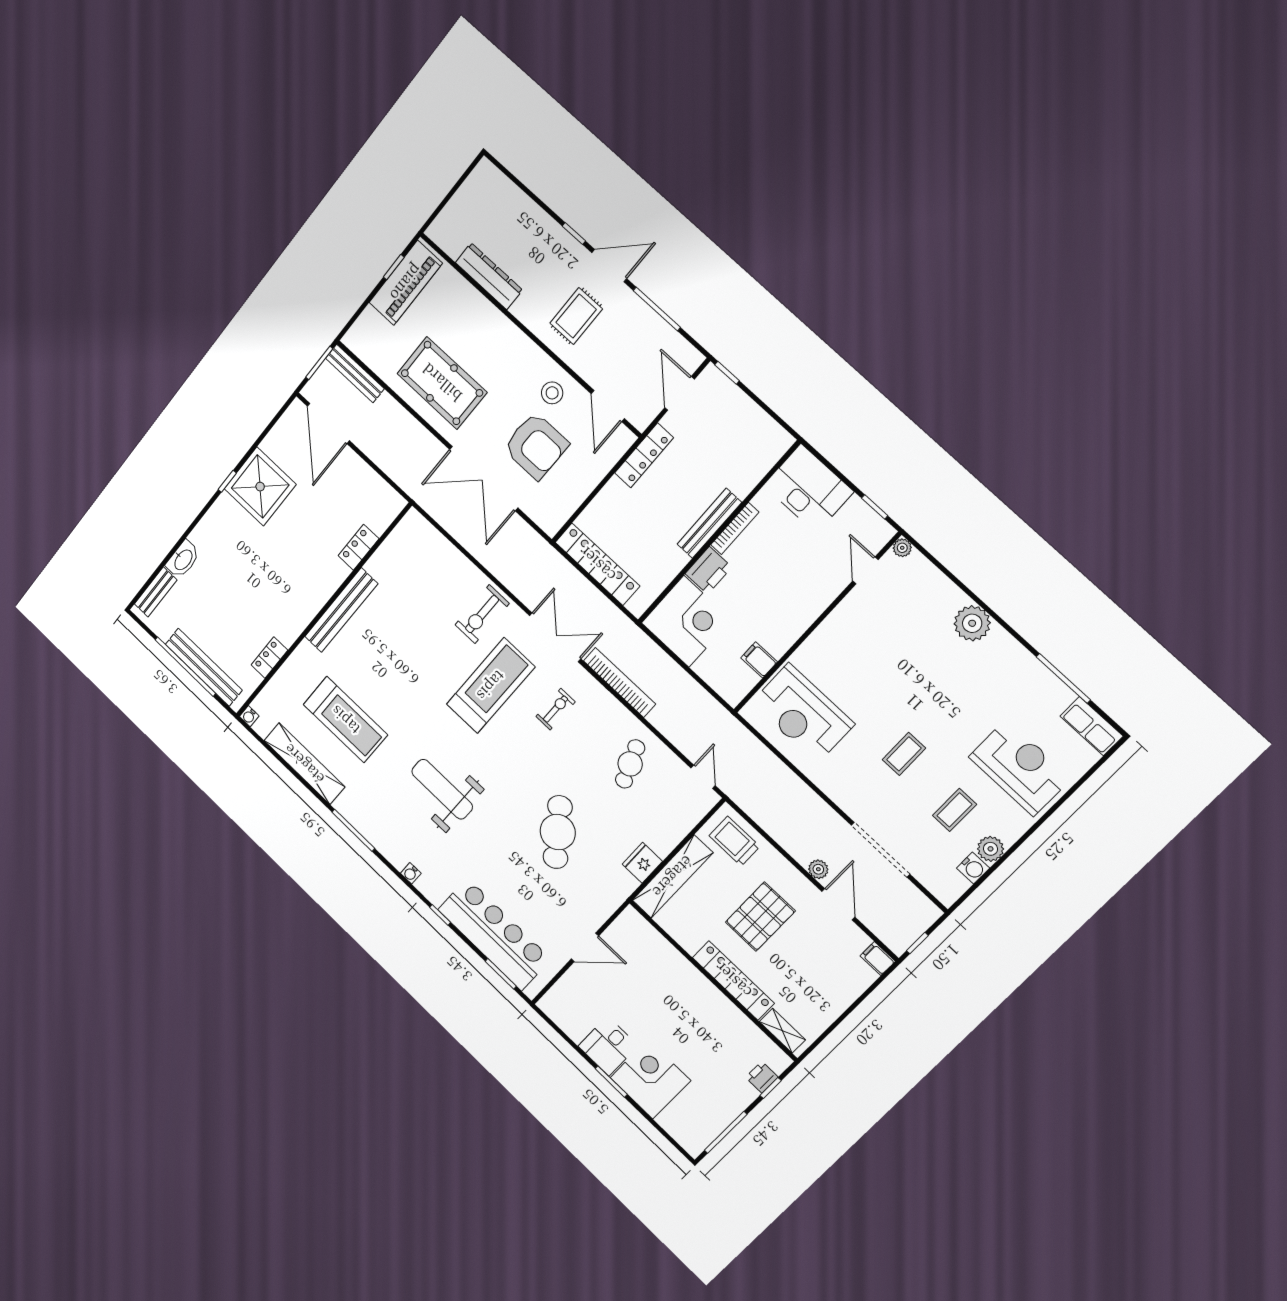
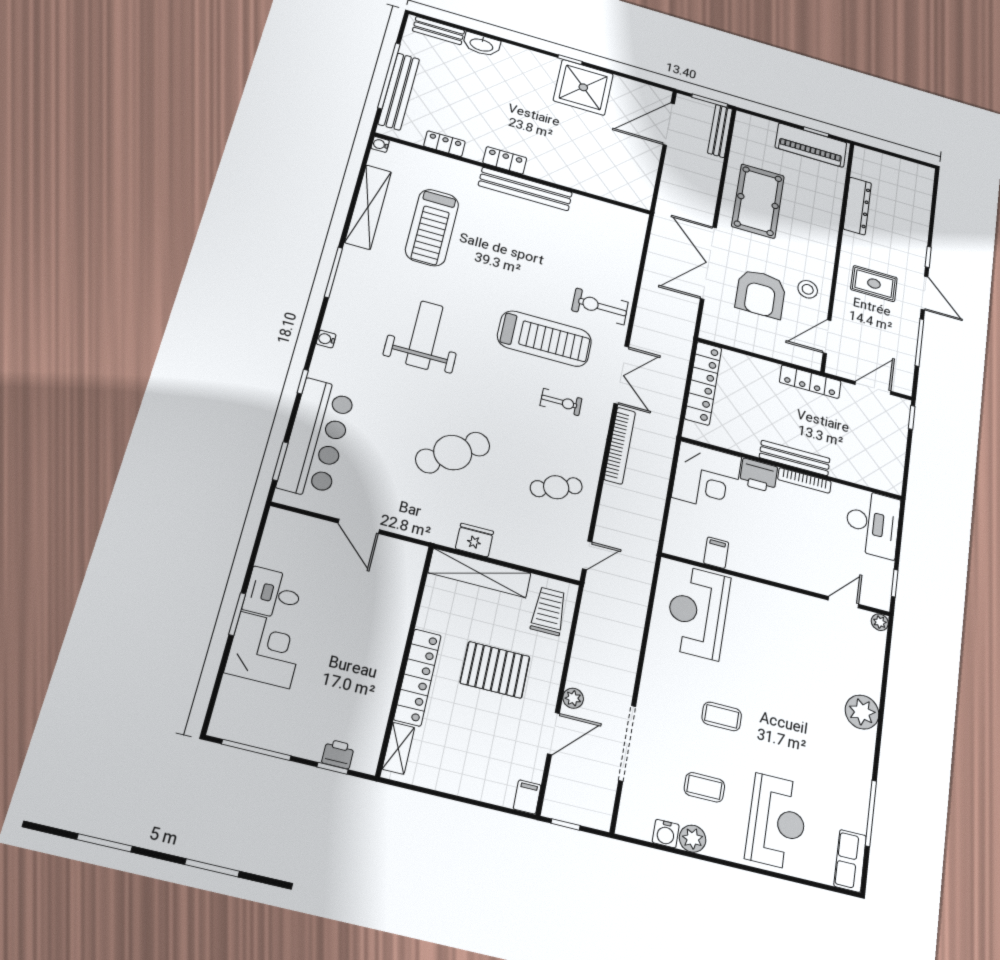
locker: (359, 547) -> (505, 160), moved

